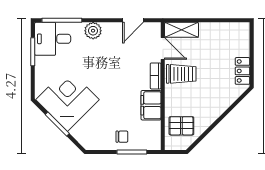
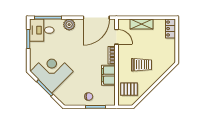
door: (133, 20) -> (96, 18), width x1.88
shelving: (182, 30) -> (141, 24), moved
locker: (243, 71) -> (171, 29), moved
trolley: (181, 74) -> (141, 65), moved

